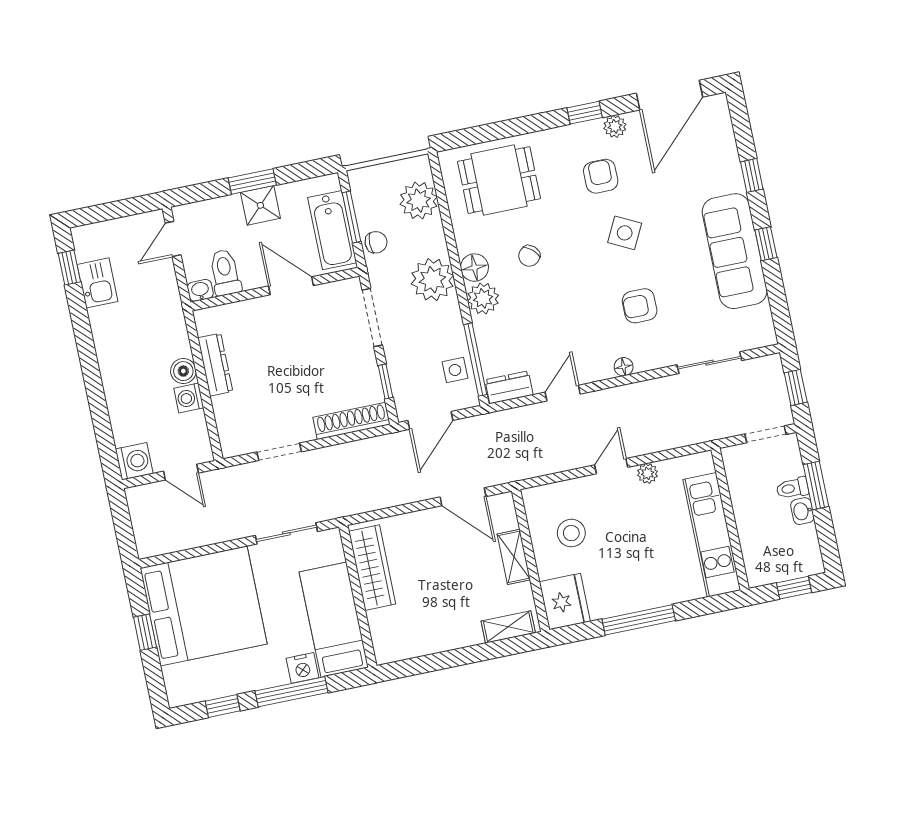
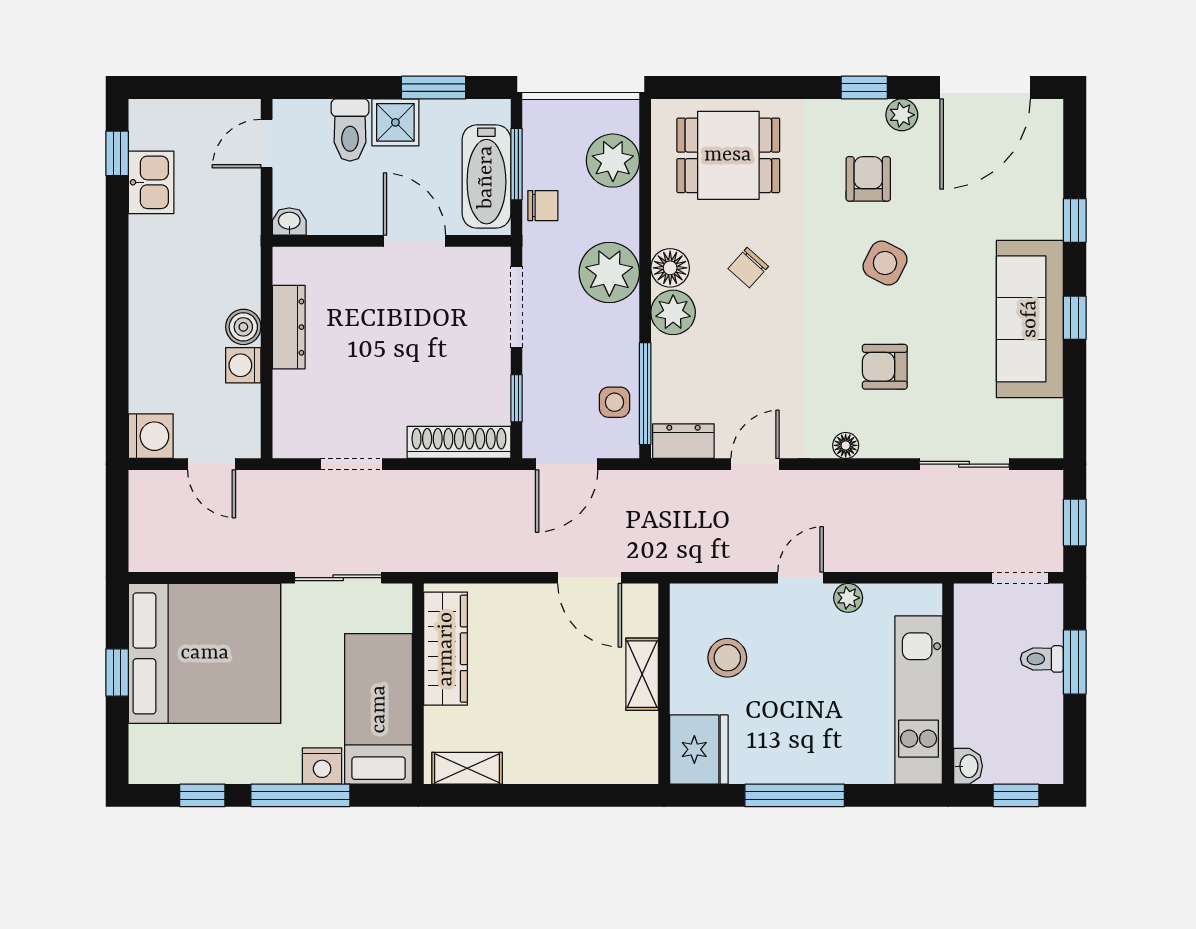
window: (252, 181) -> (434, 88), moved
toilet: (225, 272) -> (350, 130), moved, turned 180
washbasin: (802, 511) -> (968, 766), moved, turned 180
shelving: (508, 627) -> (467, 768), moved

